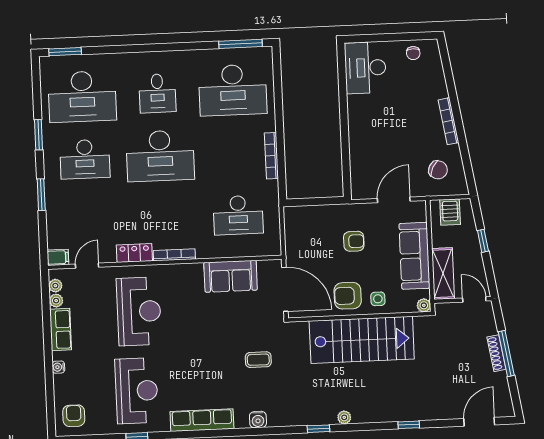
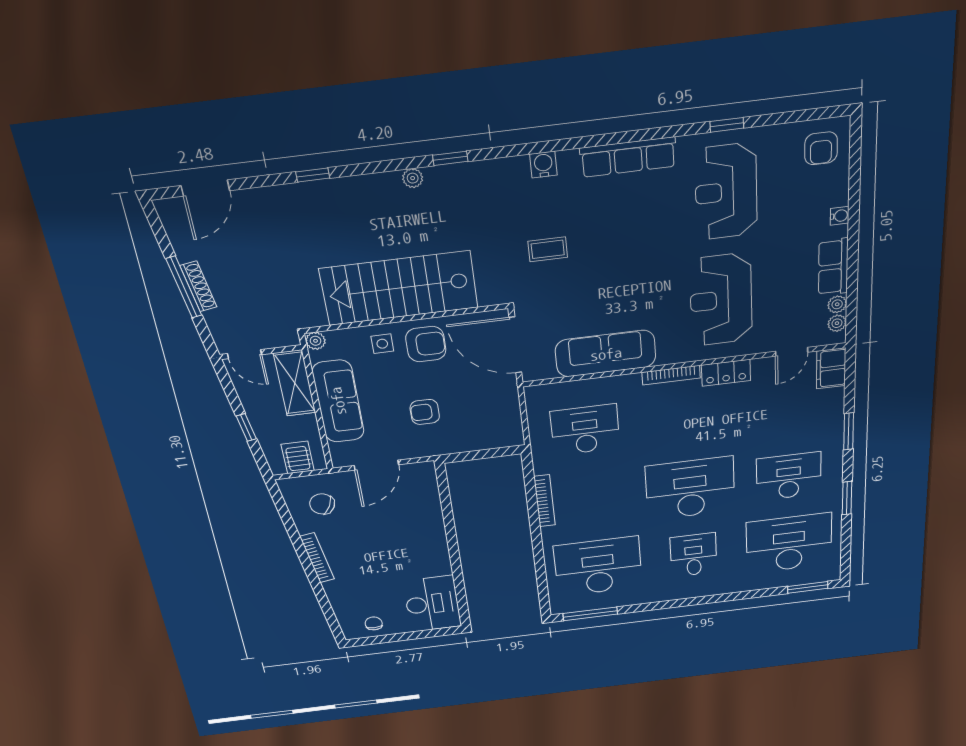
filing cabinet: (58, 257) -> (831, 368), width x2.00
sofa: (231, 276) -> (606, 354), width x1.36

